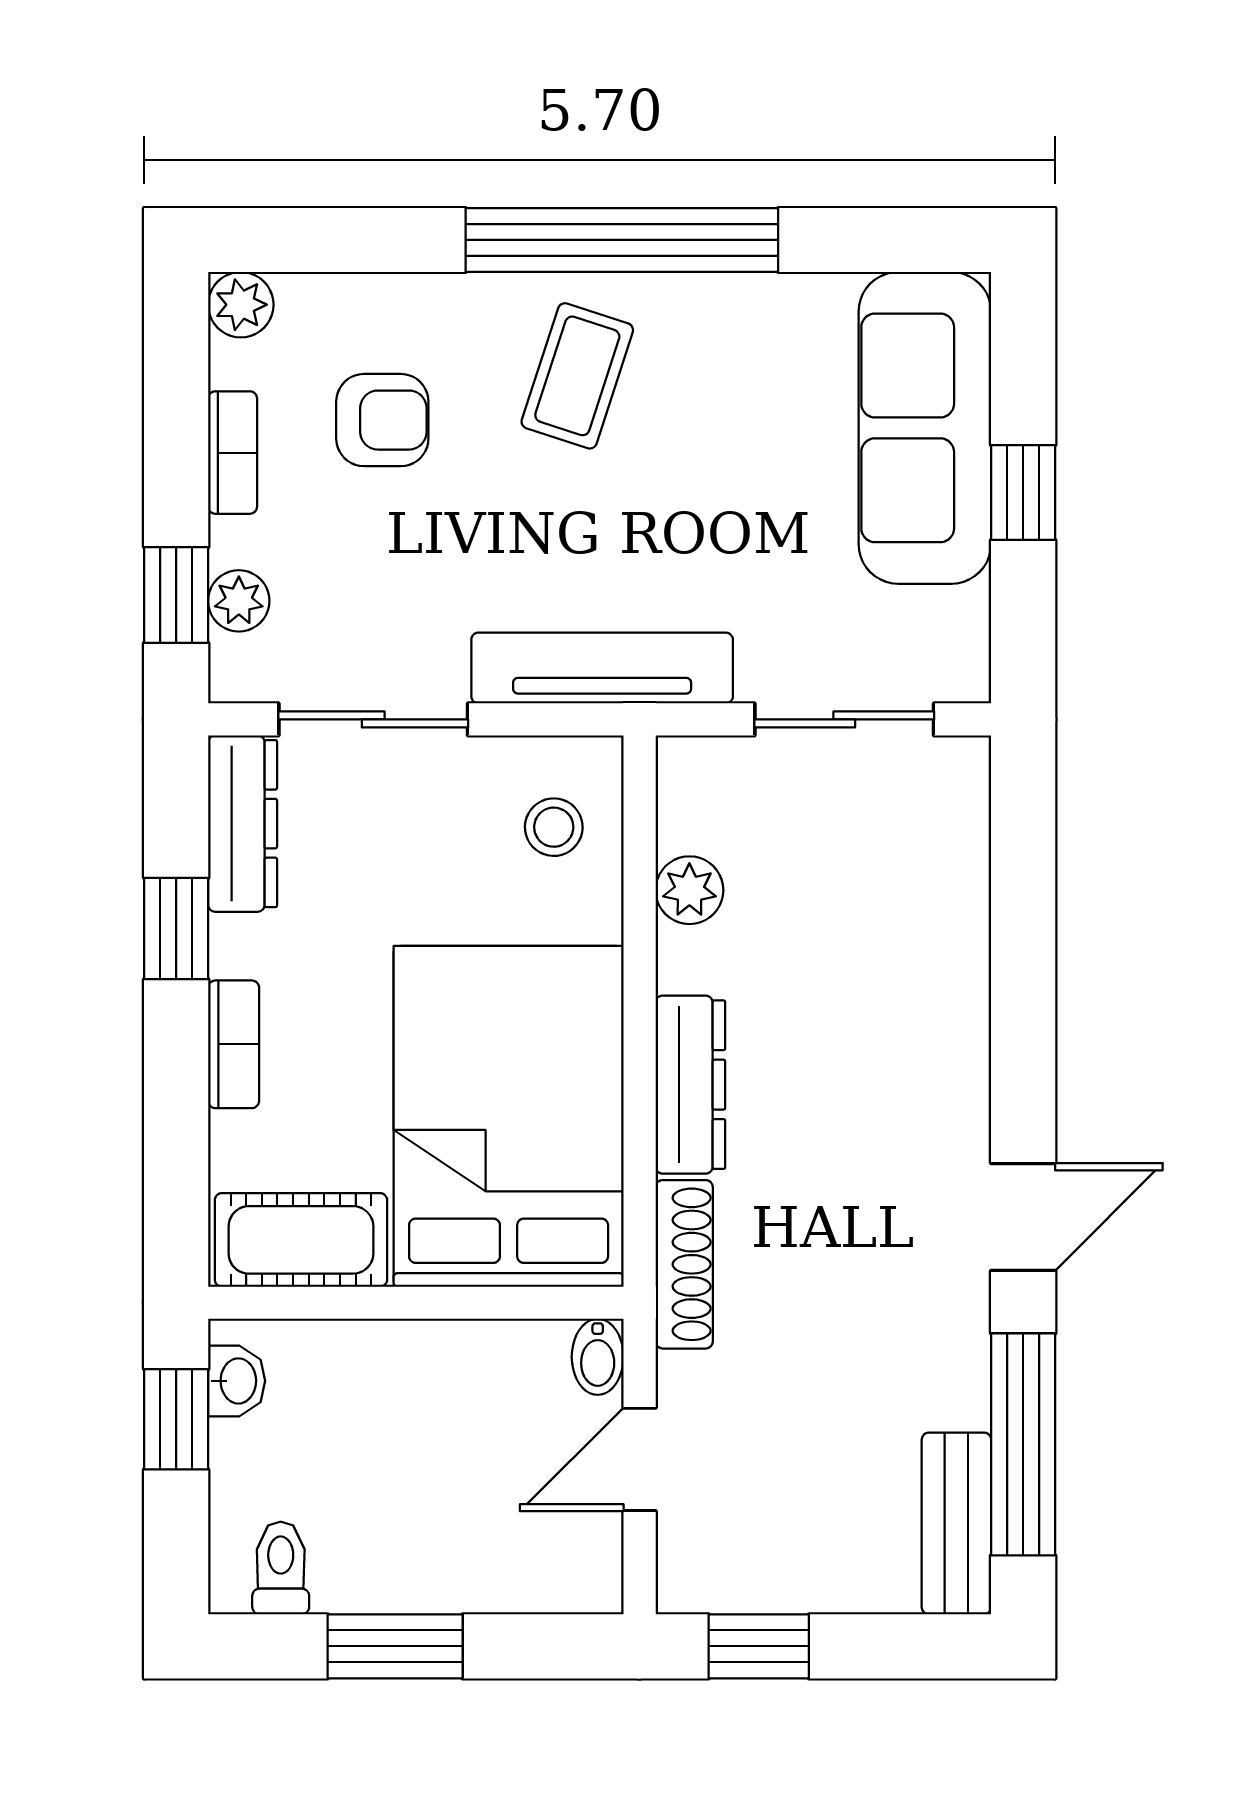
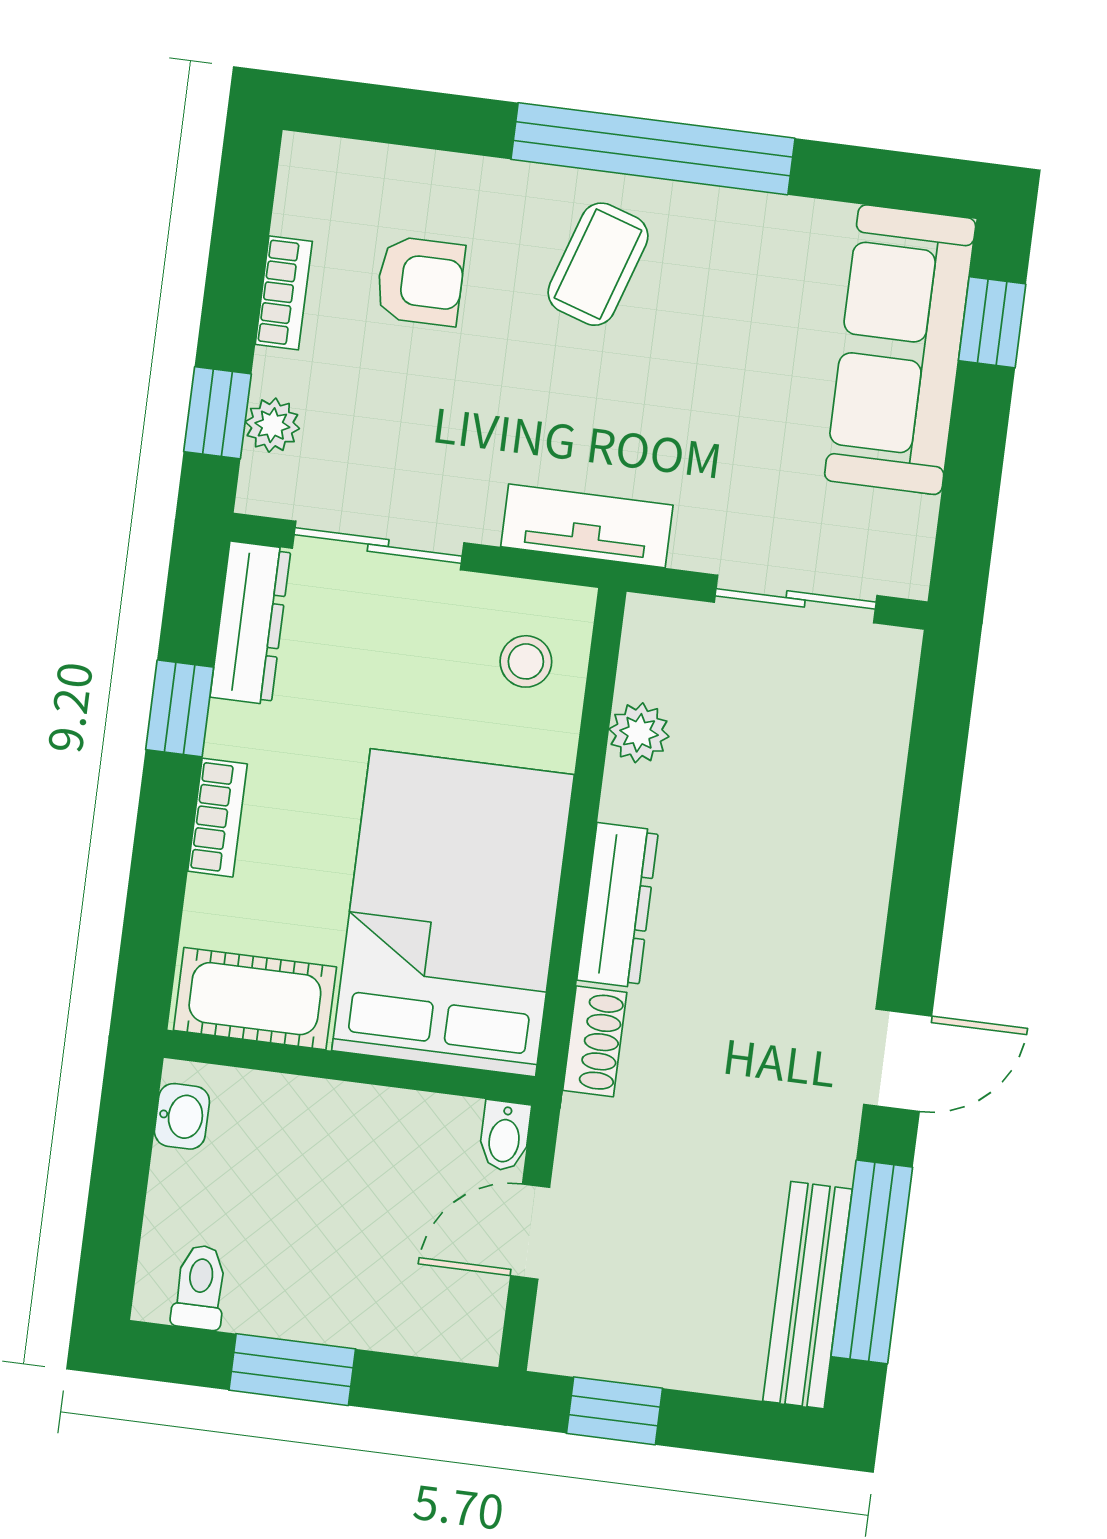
plant: (241, 305) -> (308, 163), removed
window: (1023, 492) -> (992, 322), moved
tv unit: (602, 668) -> (587, 526), width x0.71
shoe rack: (684, 1264) -> (595, 1041), width x0.70
window: (176, 1419) -> (124, 1143), removed
bench: (956, 1523) -> (807, 1295), width x1.36

